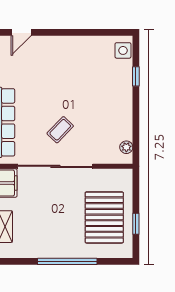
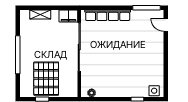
coffee table: (60, 130) -> (103, 50), removed
pallet: (104, 217) -> (46, 79), turned 90

